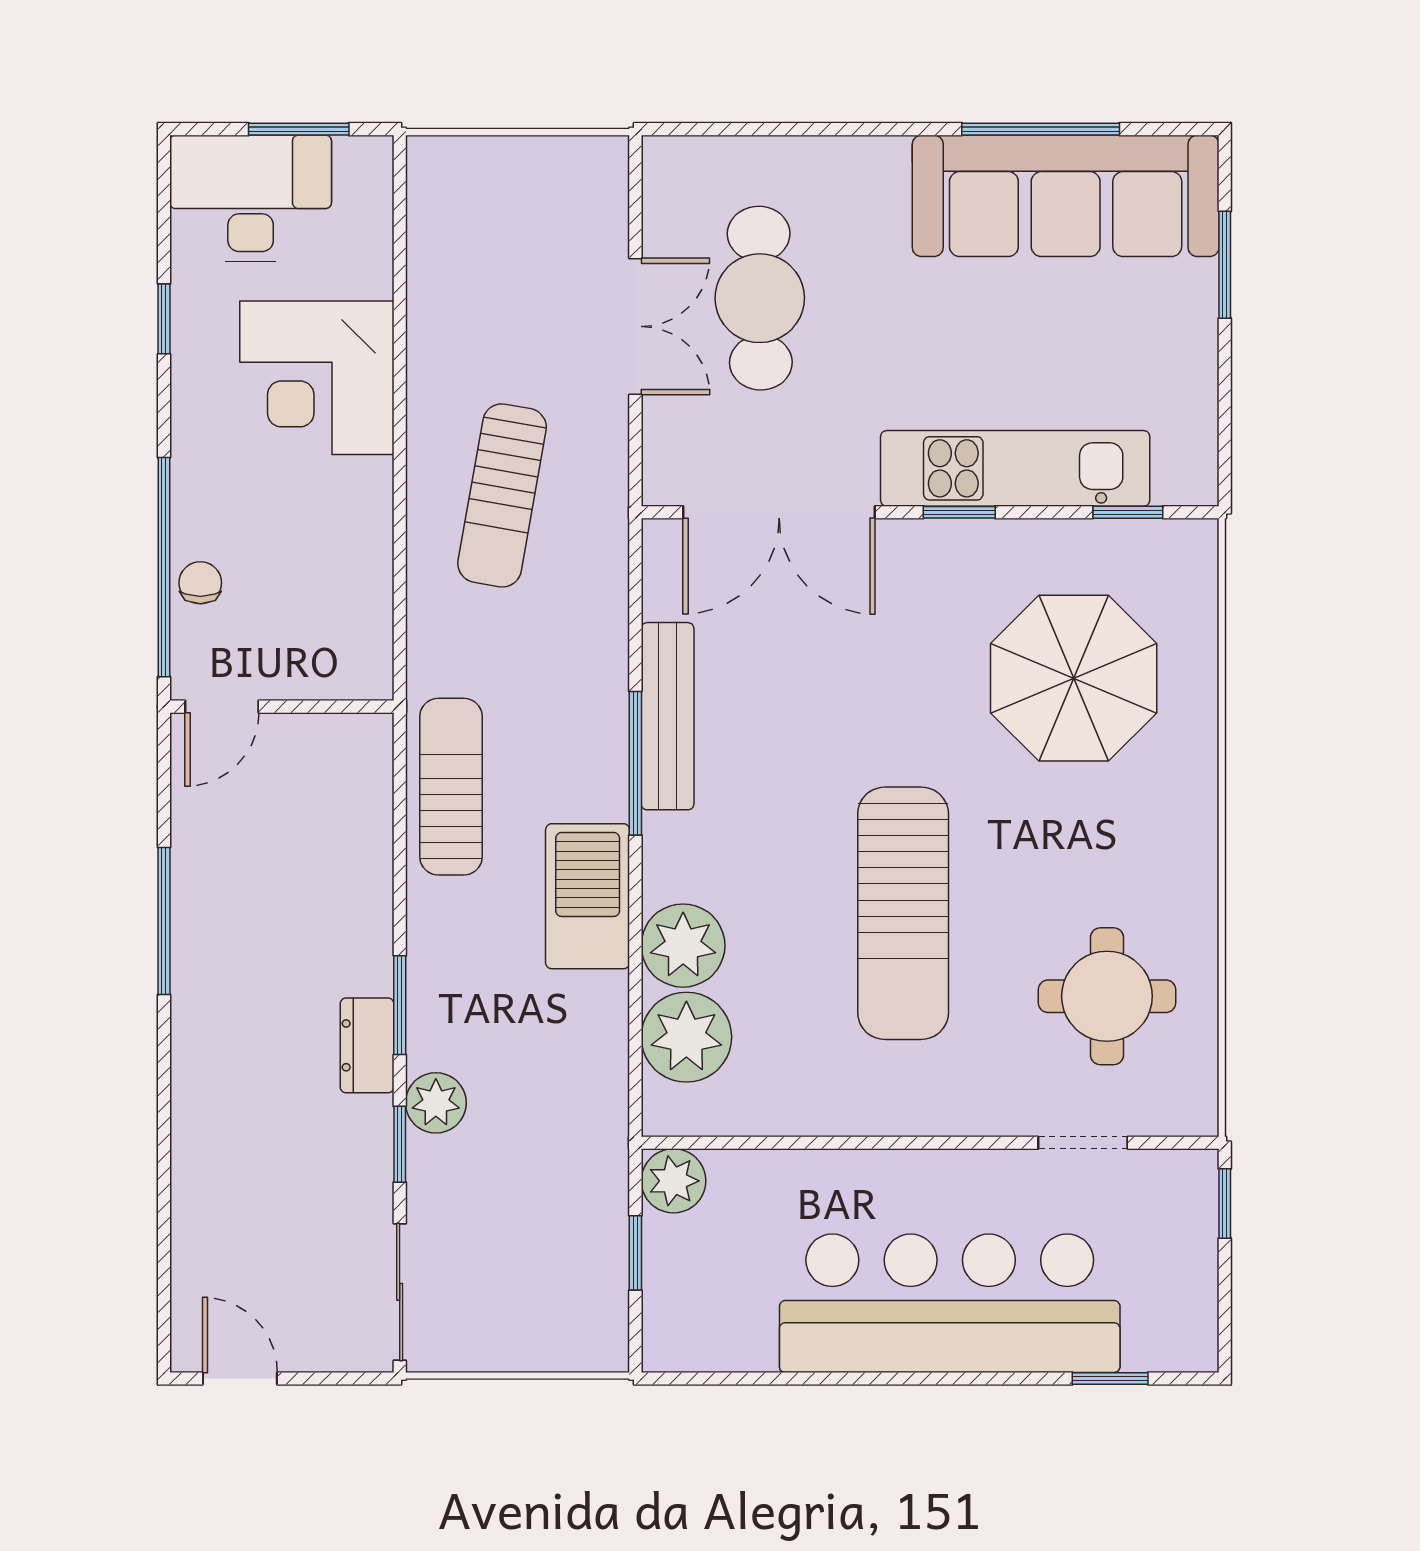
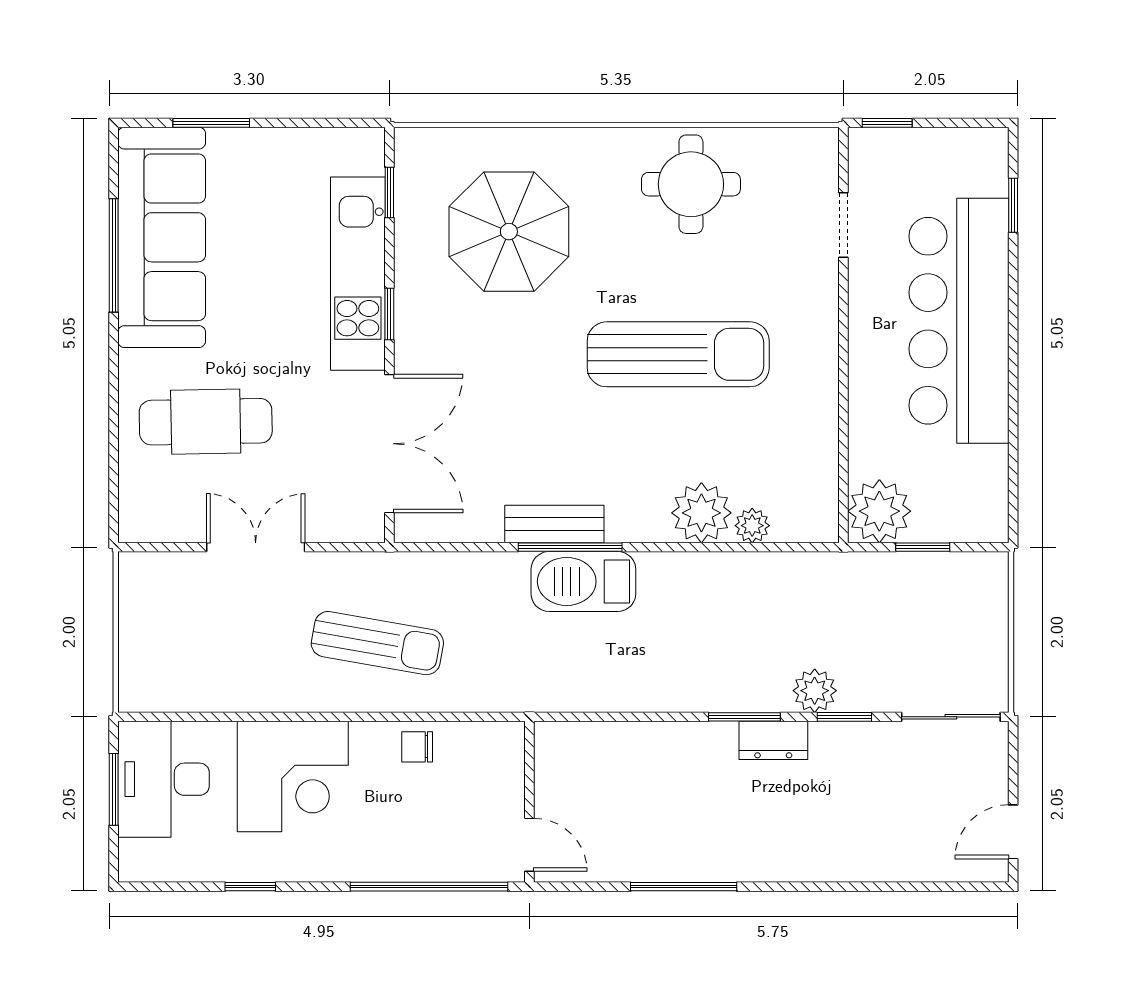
desk: (251, 198) -> (164, 779), moved
cafe table: (760, 298) -> (206, 422), moved
chair: (200, 583) -> (417, 747), moved
bench: (668, 716) -> (554, 524), width x0.73
sun lounger: (451, 787) -> (587, 680), removed
barbecue: (588, 896) -> (583, 581), moved
round table: (1107, 996) -> (691, 184), moved
plant: (686, 1037) -> (752, 526), width x0.53, depth x0.53
plant: (674, 1181) -> (879, 511), width x1.36, depth x1.36

